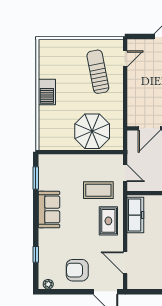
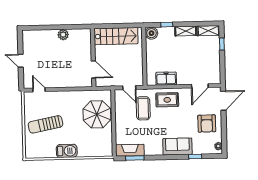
sun lounger: (98, 72) -> (45, 124), moved
fireplace: (46, 172) -> (130, 150), added
door: (125, 173) -> (129, 88), swing flipped
sofa: (49, 209) -> (177, 146), moved
freezer: (135, 215) -> (166, 79), width x0.71

